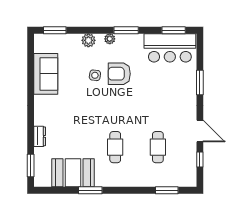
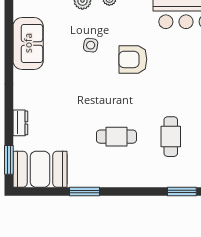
armchair: (119, 74) -> (133, 59), moved
cafe table: (115, 147) -> (116, 137), turned 90
booth: (73, 173) -> (40, 169), moved

